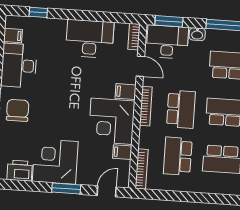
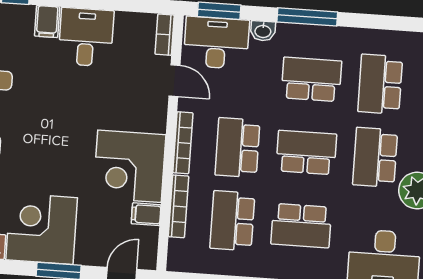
desk: (90, 39) -> (86, 37), width x0.73
filing cabinet: (126, 92) -> (47, 22), moved, turned -90
school desk: (181, 109) -> (237, 148), turned 180
bookcase: (142, 169) -> (179, 206), moved

